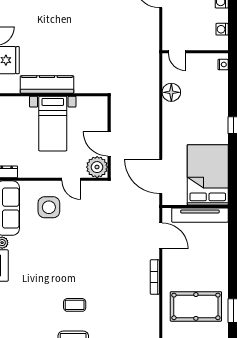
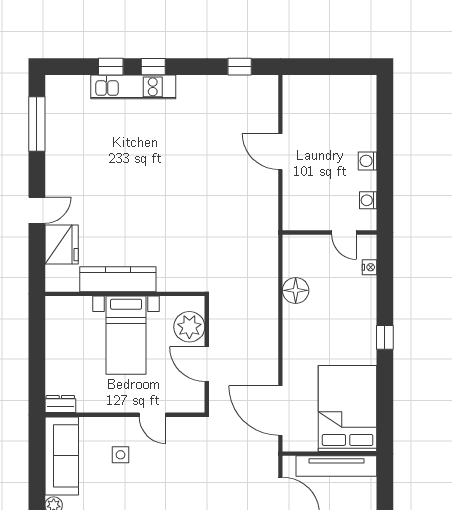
door: (177, 52) -> (344, 233), moved
nightstand: (223, 65) -> (370, 267), moved
plant: (97, 167) -> (189, 327), moved
side table: (49, 207) -> (121, 455), width x0.54, depth x0.54

